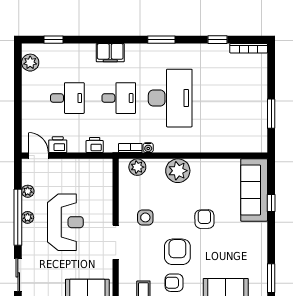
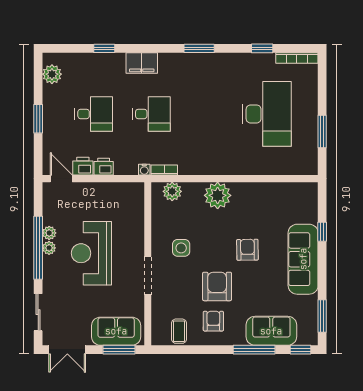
window: (54, 40) -> (104, 48), moved
desk: (170, 98) -> (267, 114), moved
window: (18, 102) -> (38, 119), added
printer: (95, 145) -> (104, 167), moved
water cooler: (148, 148) -> (144, 170), moved
sofa: (254, 190) -> (303, 259), moved
plant: (28, 191) -> (49, 233), moved
reception desk: (65, 222) -> (91, 253), turned 180
armchair: (174, 283) -> (213, 321), turned 90

